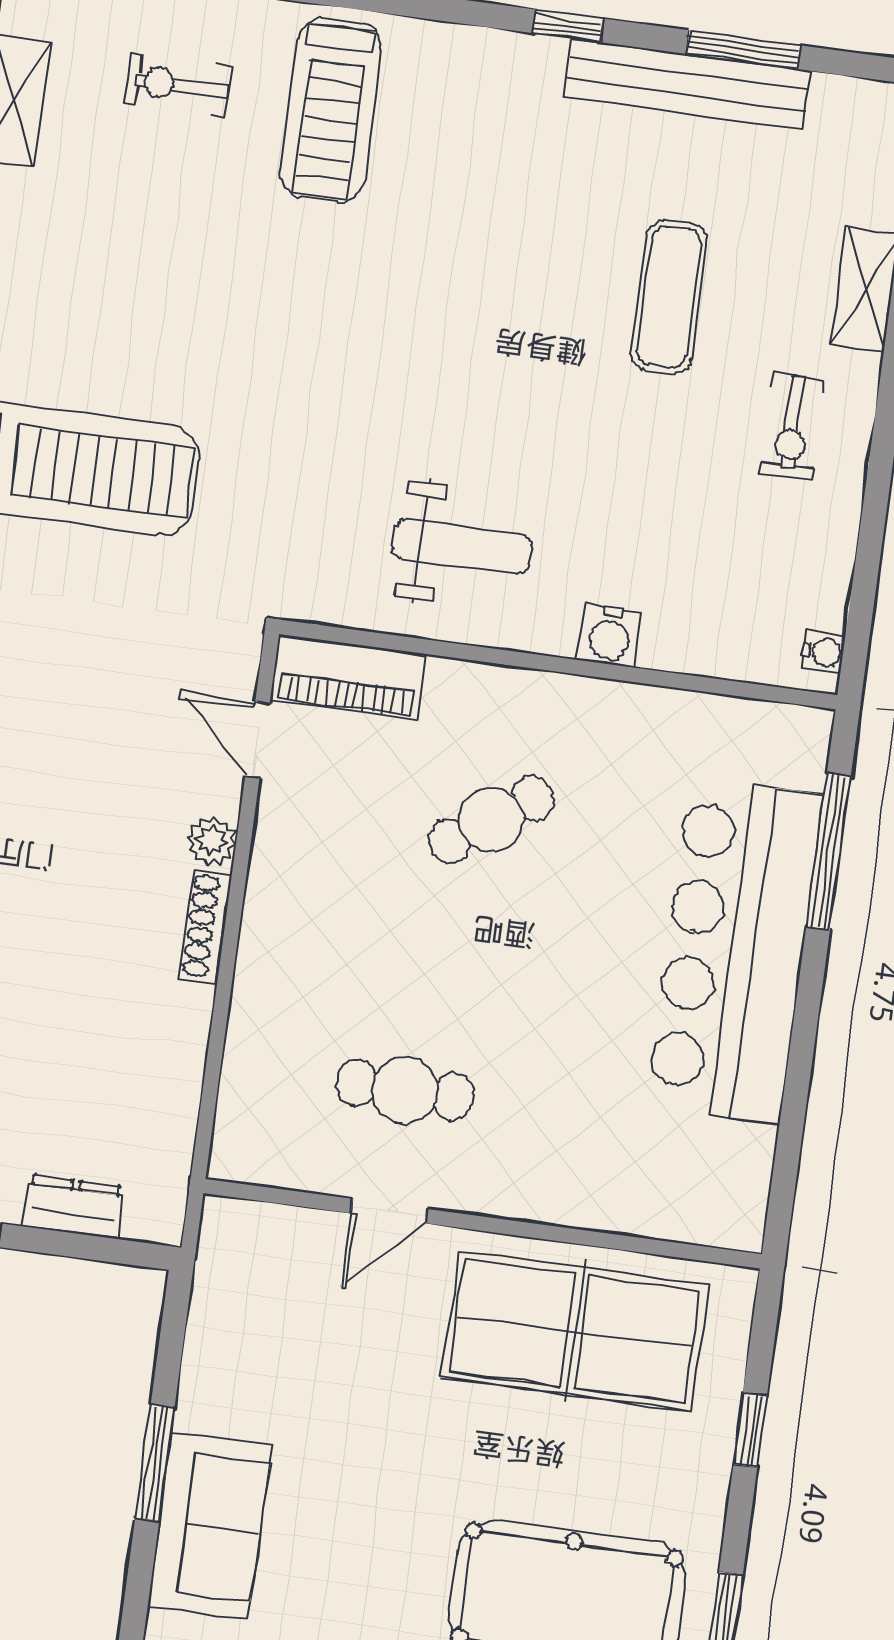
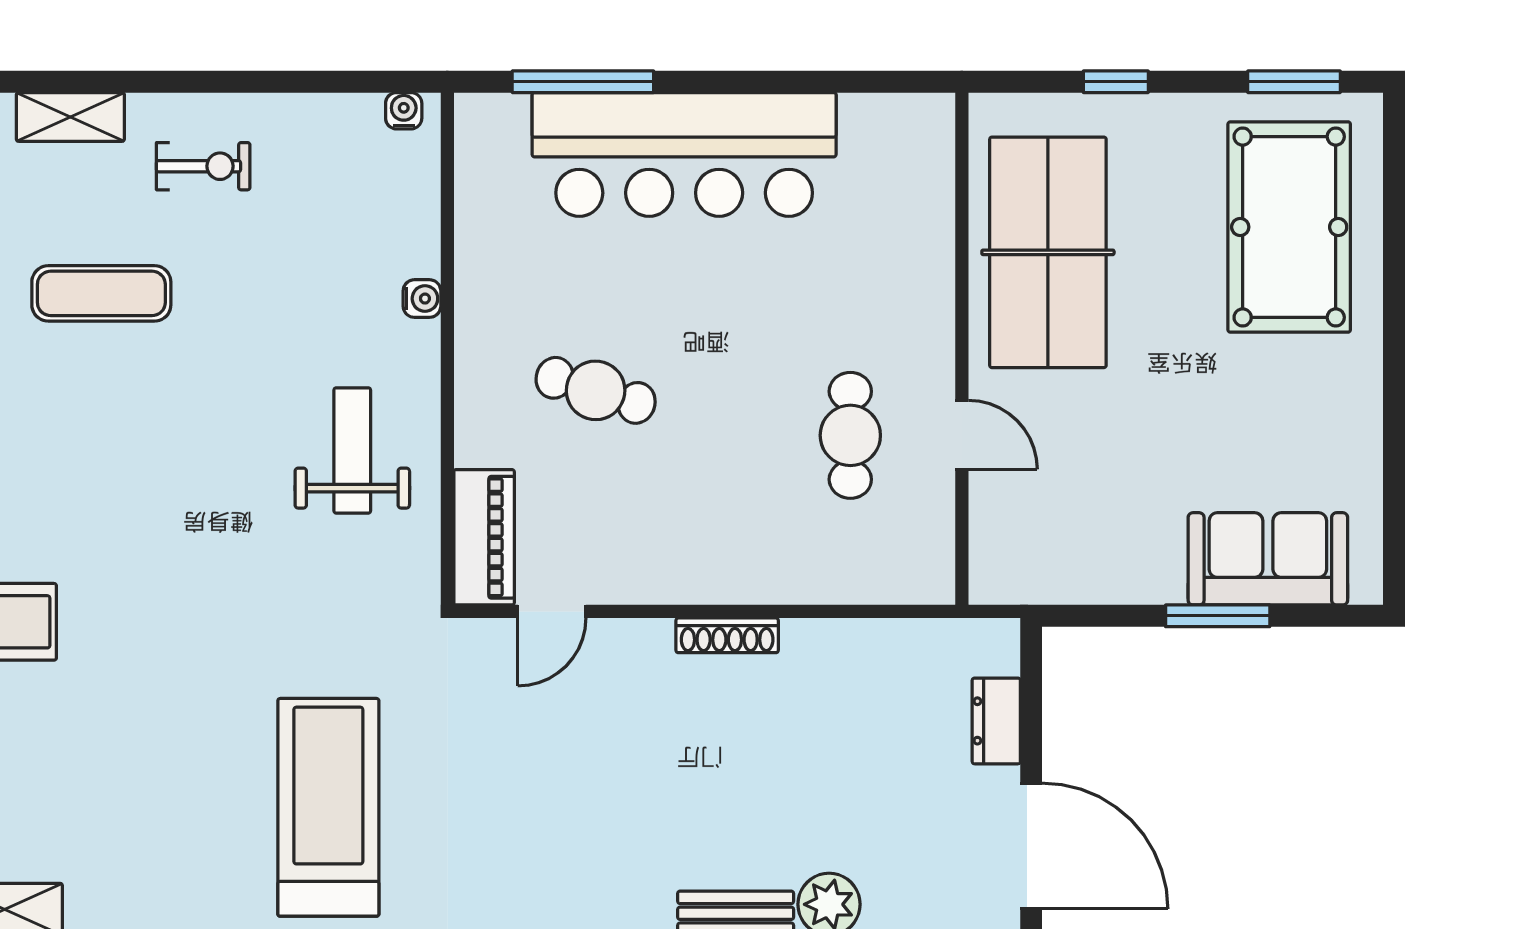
water cooler: (610, 636) -> (422, 299), width x0.72, depth x0.72
cafe table: (491, 820) -> (596, 390), turned -38
plant: (212, 841) -> (649, 641), removed

